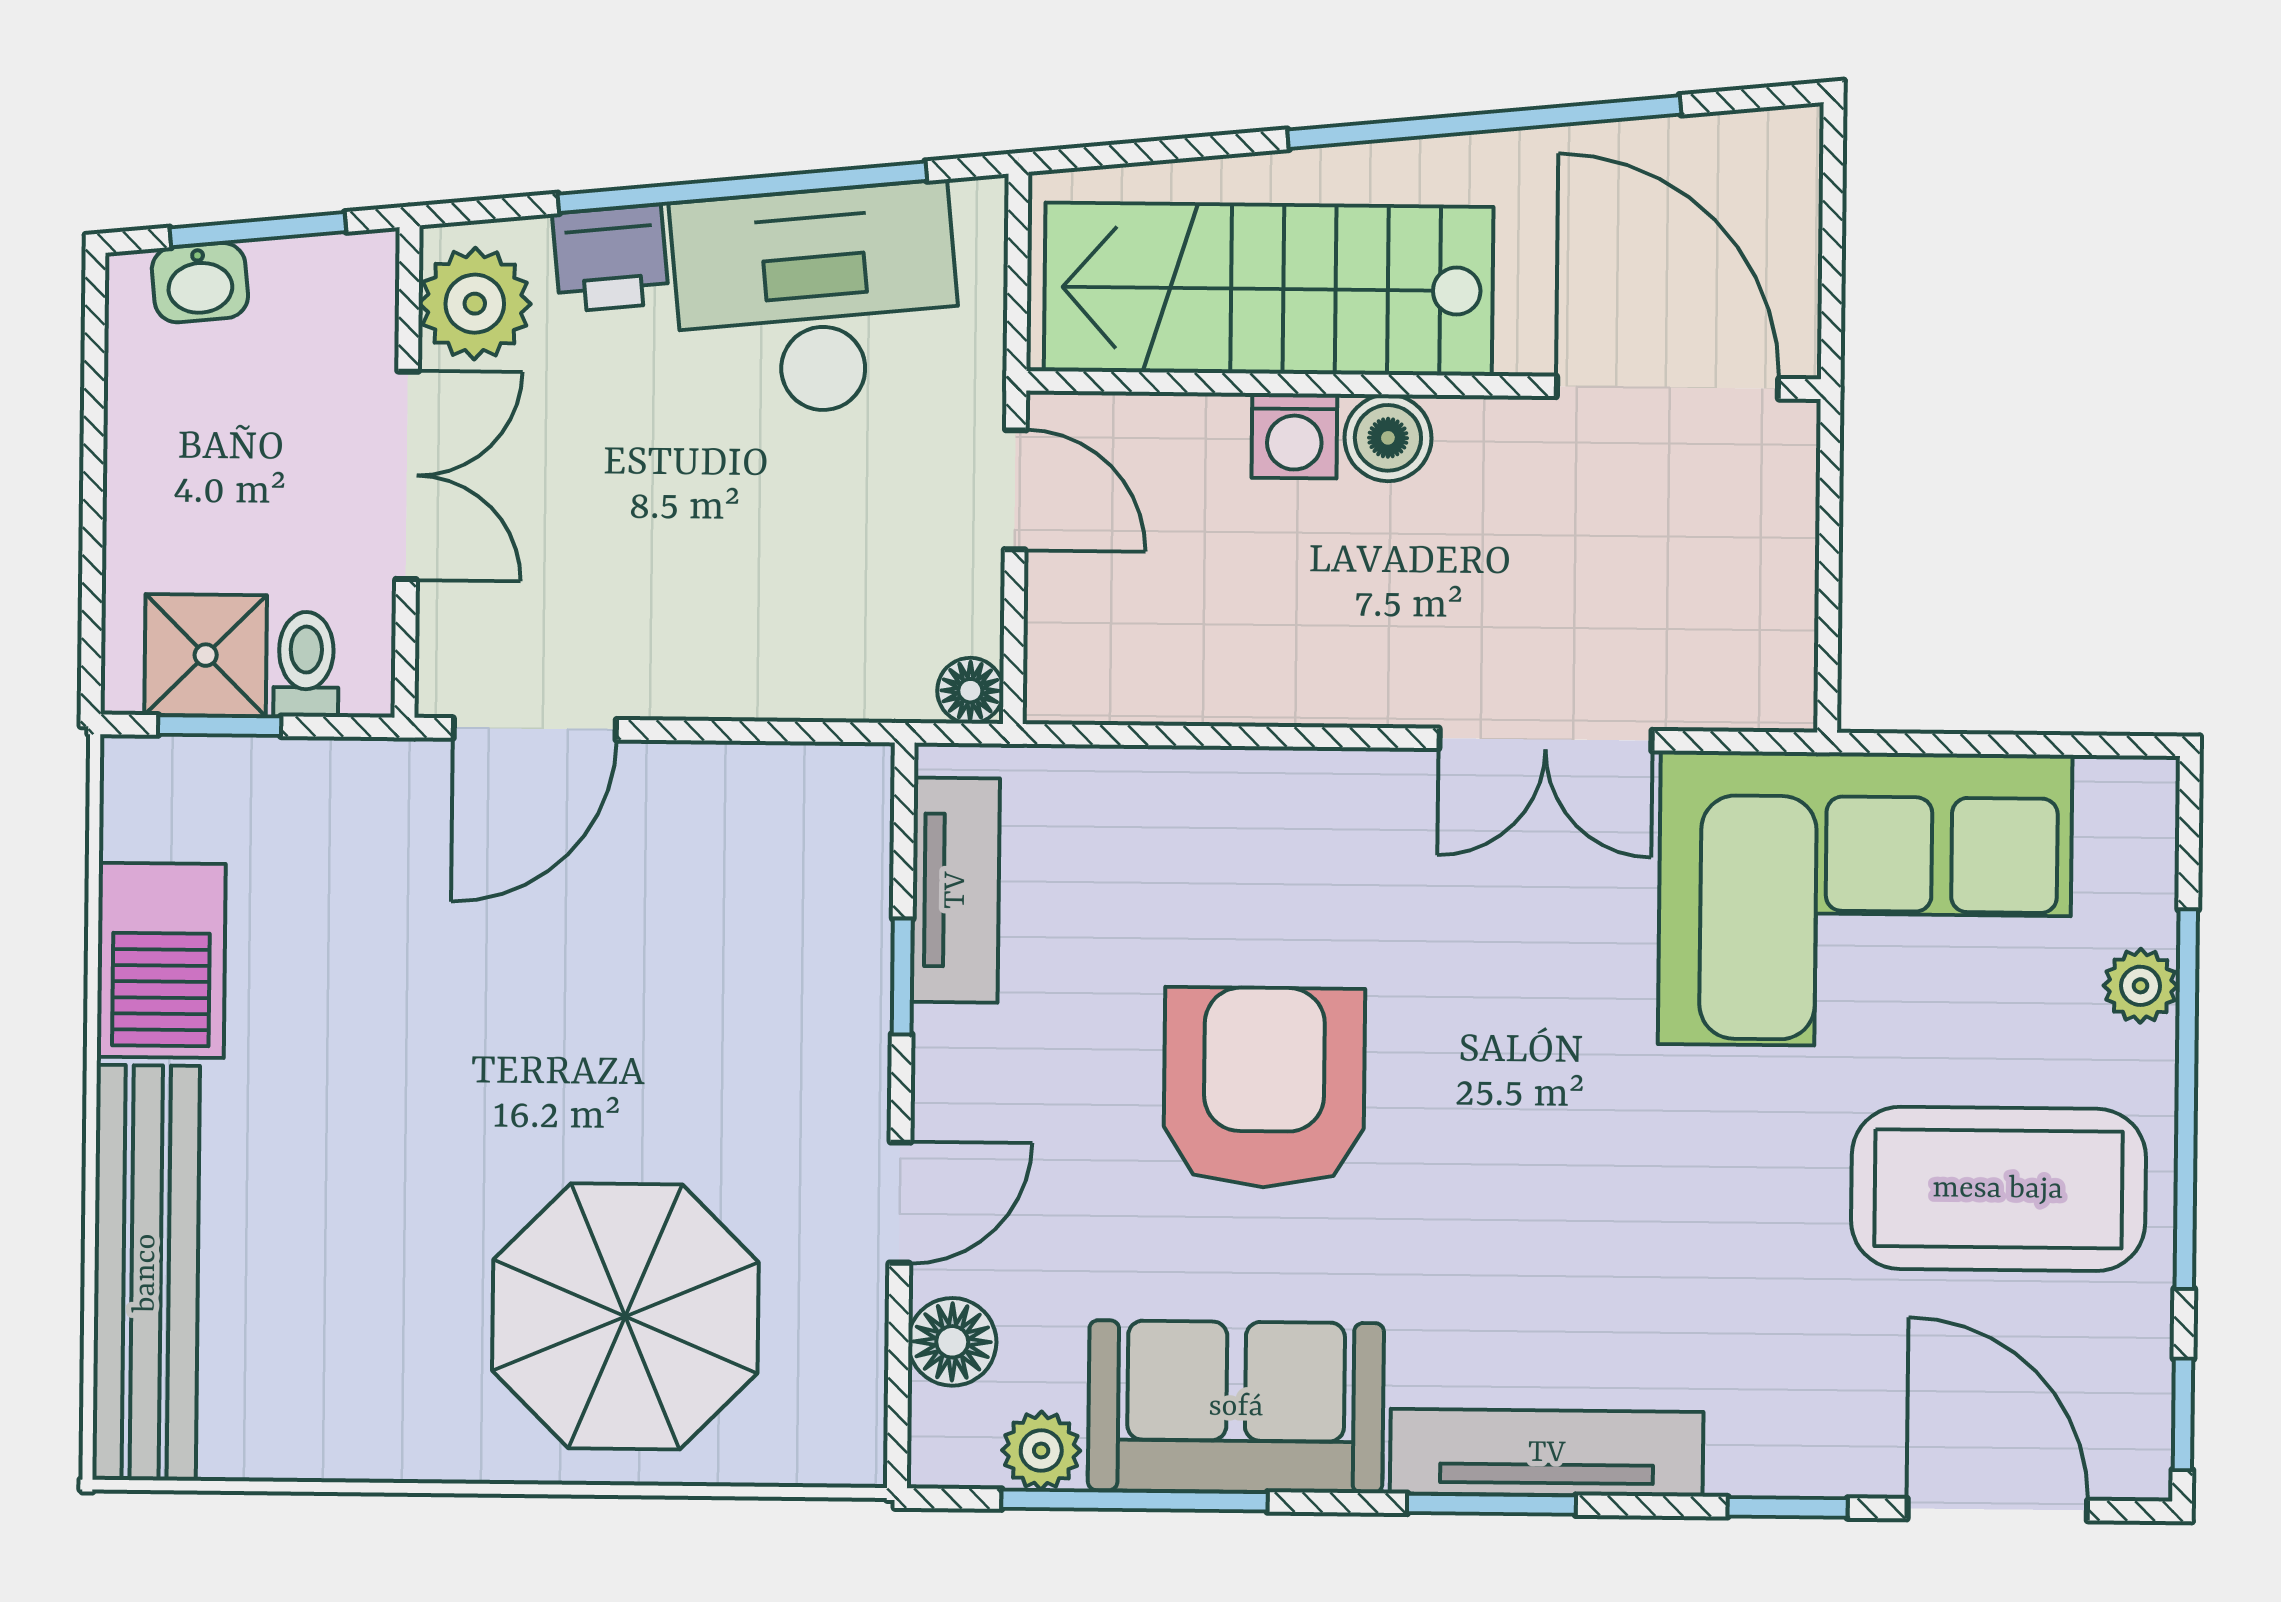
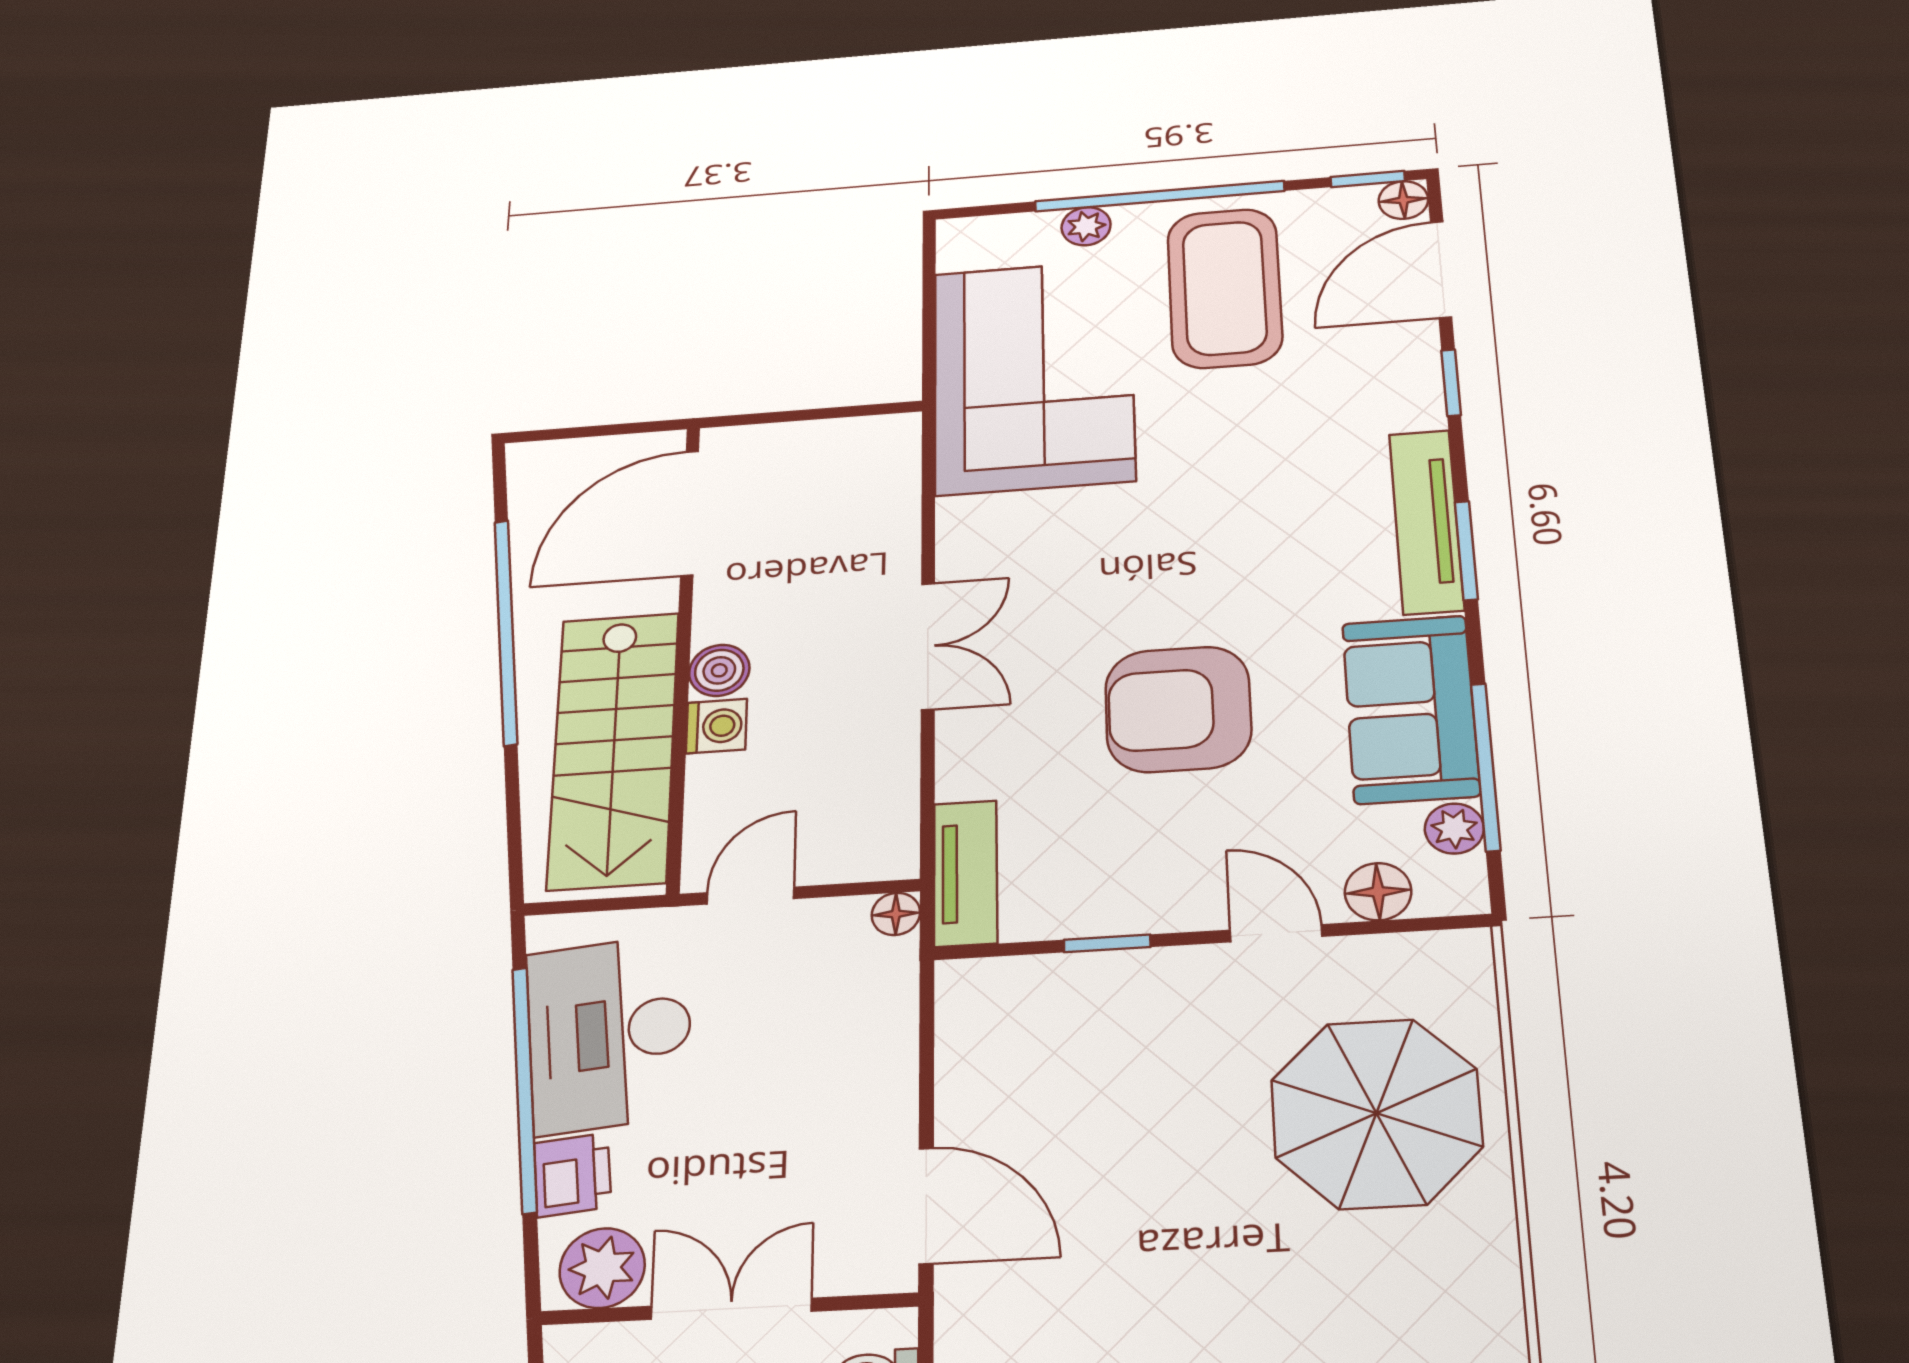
double door: (1545, 739) -> (928, 646), moved
tv unit: (956, 890) -> (965, 873), moved, turned 90
floor lamp: (2136, 1464) -> (1403, 200), added

